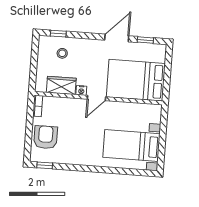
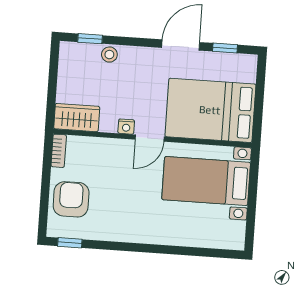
stool: (62, 53) -> (109, 55), moved
wardrobe: (61, 85) -> (77, 118), moved
bed with nightstands: (131, 146) -> (206, 181), moved

